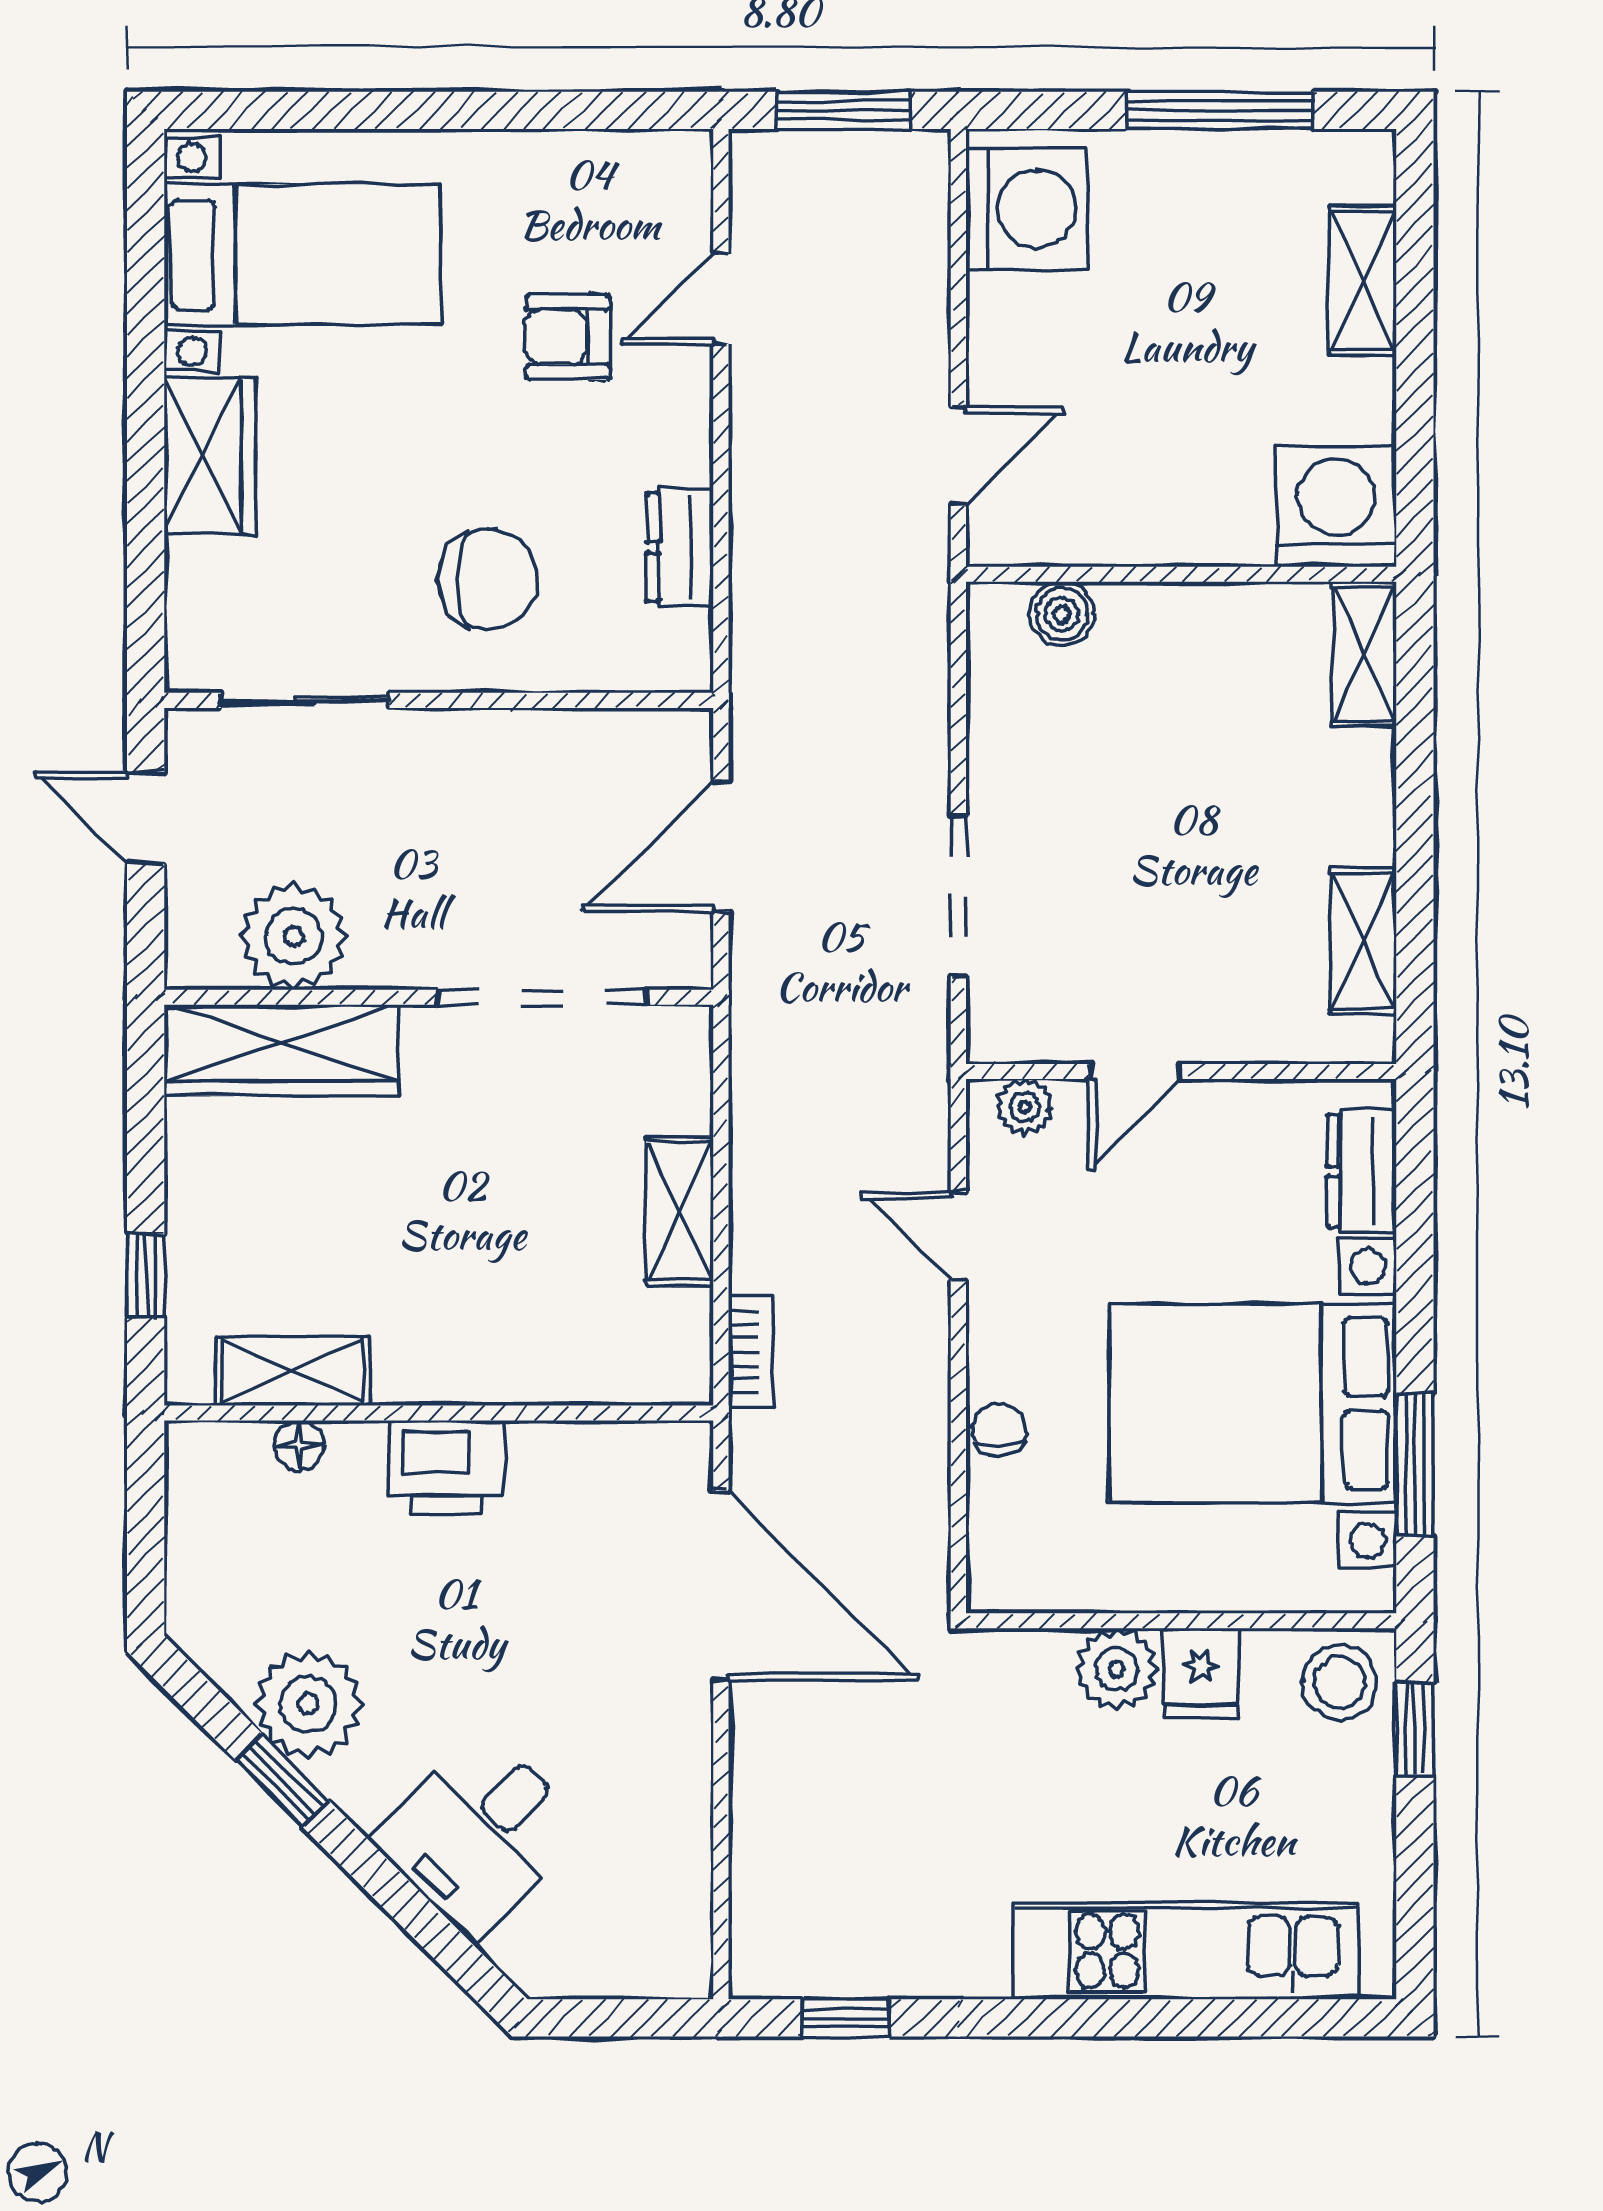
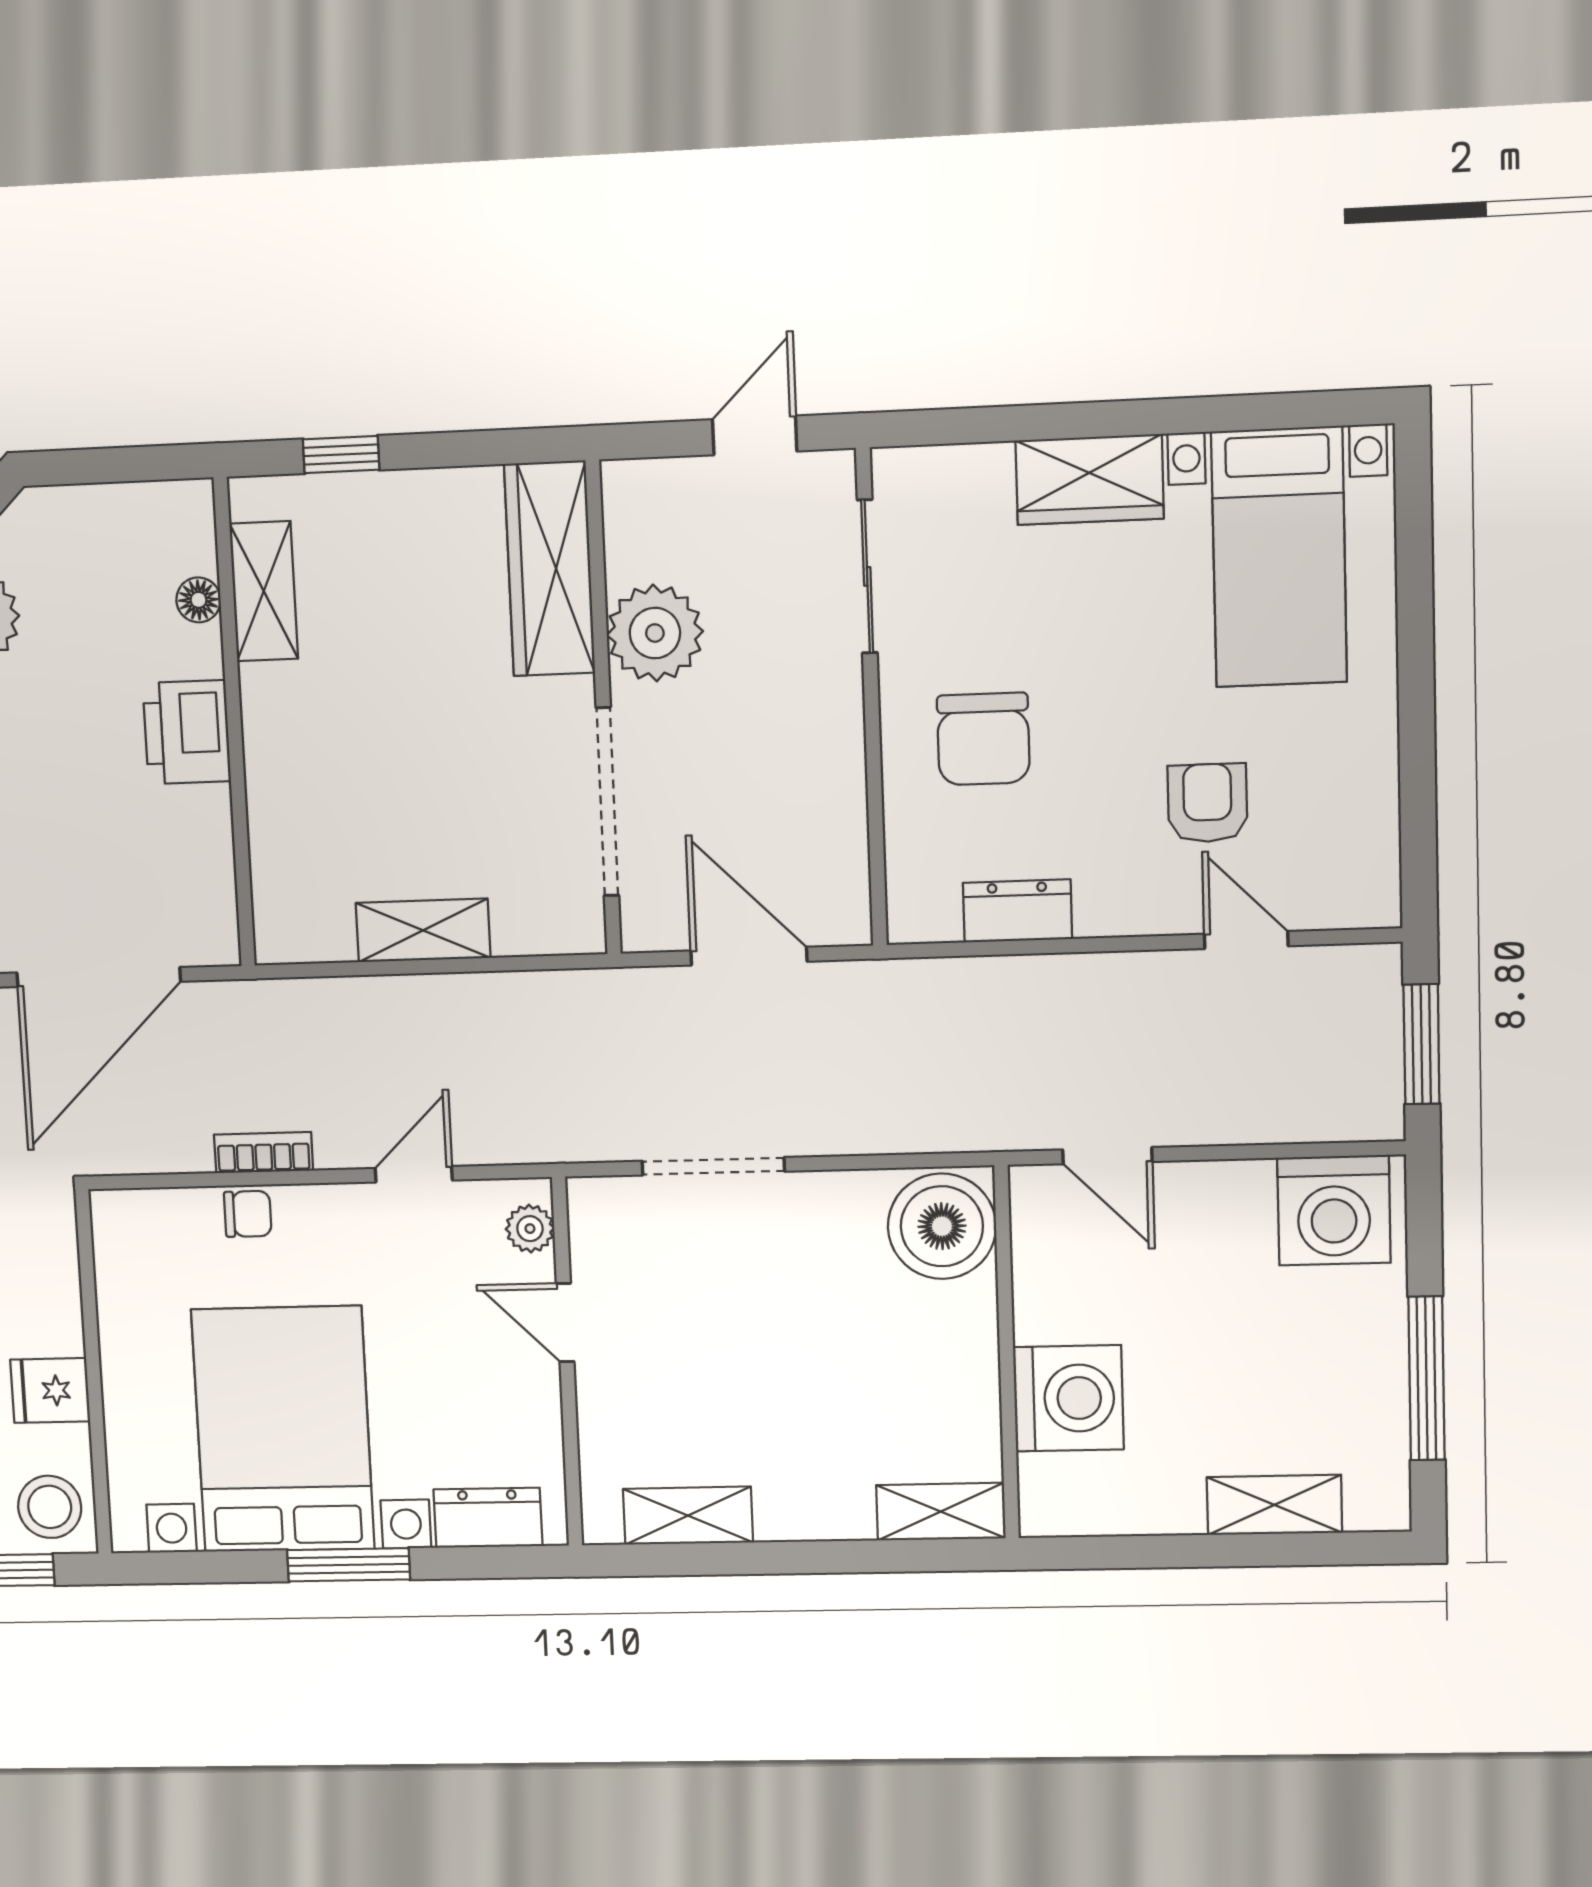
washing machine: (1336, 507) -> (1068, 1398), moved
boiler: (1062, 614) -> (942, 1226), width x1.86, depth x1.86
plant: (294, 936) -> (655, 633), moved
bookcase: (751, 1351) -> (264, 1153), moved, turned 180
window: (1415, 1465) -> (349, 1565), moved
plant: (1117, 1669) -> (49, 1319), removed

